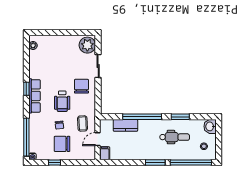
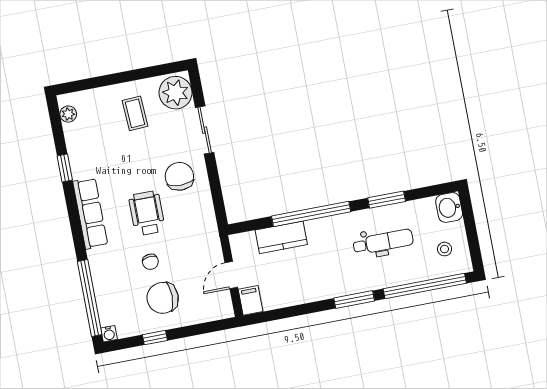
window: (26, 89) -> (65, 168), moved
wheelchair: (62, 101) -> (147, 213), turned 180
coffee table: (83, 123) -> (135, 113), moved

